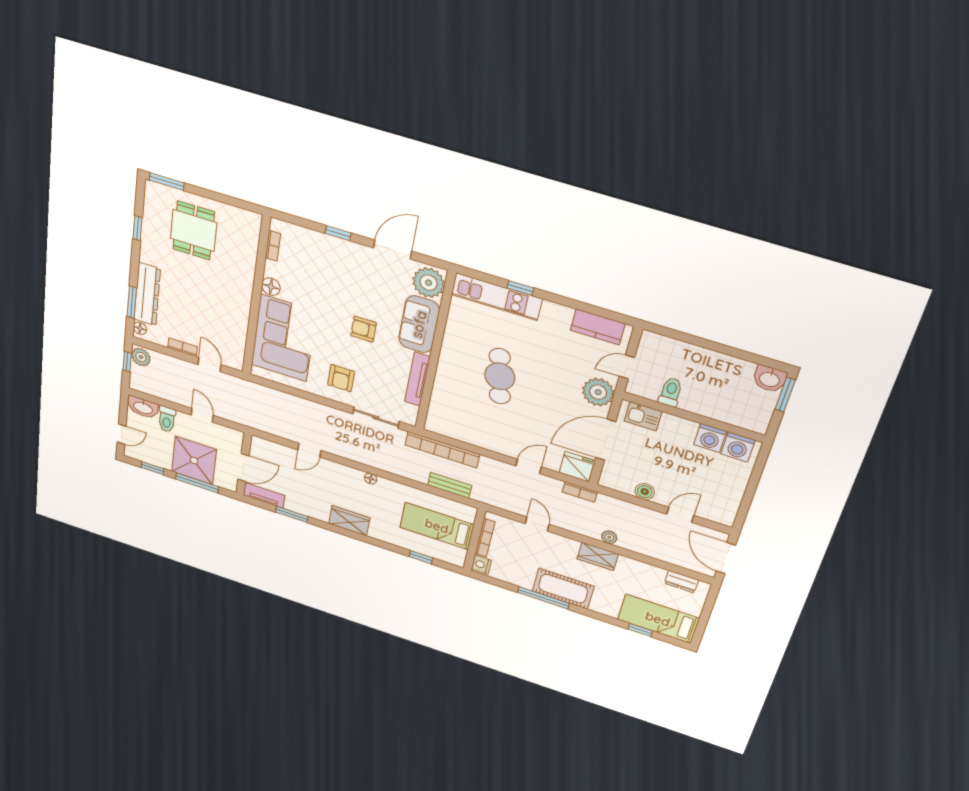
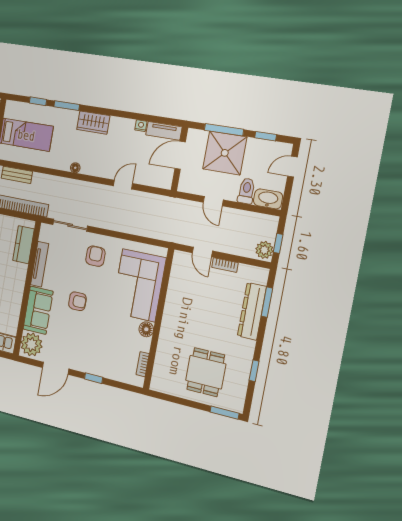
floor lamp: (140, 328) -> (262, 278), removed
kitchen counter: (440, 405) -> (23, 245), added
nightstand: (291, 506) -> (141, 126), added
window: (292, 514) -> (67, 106), moved

